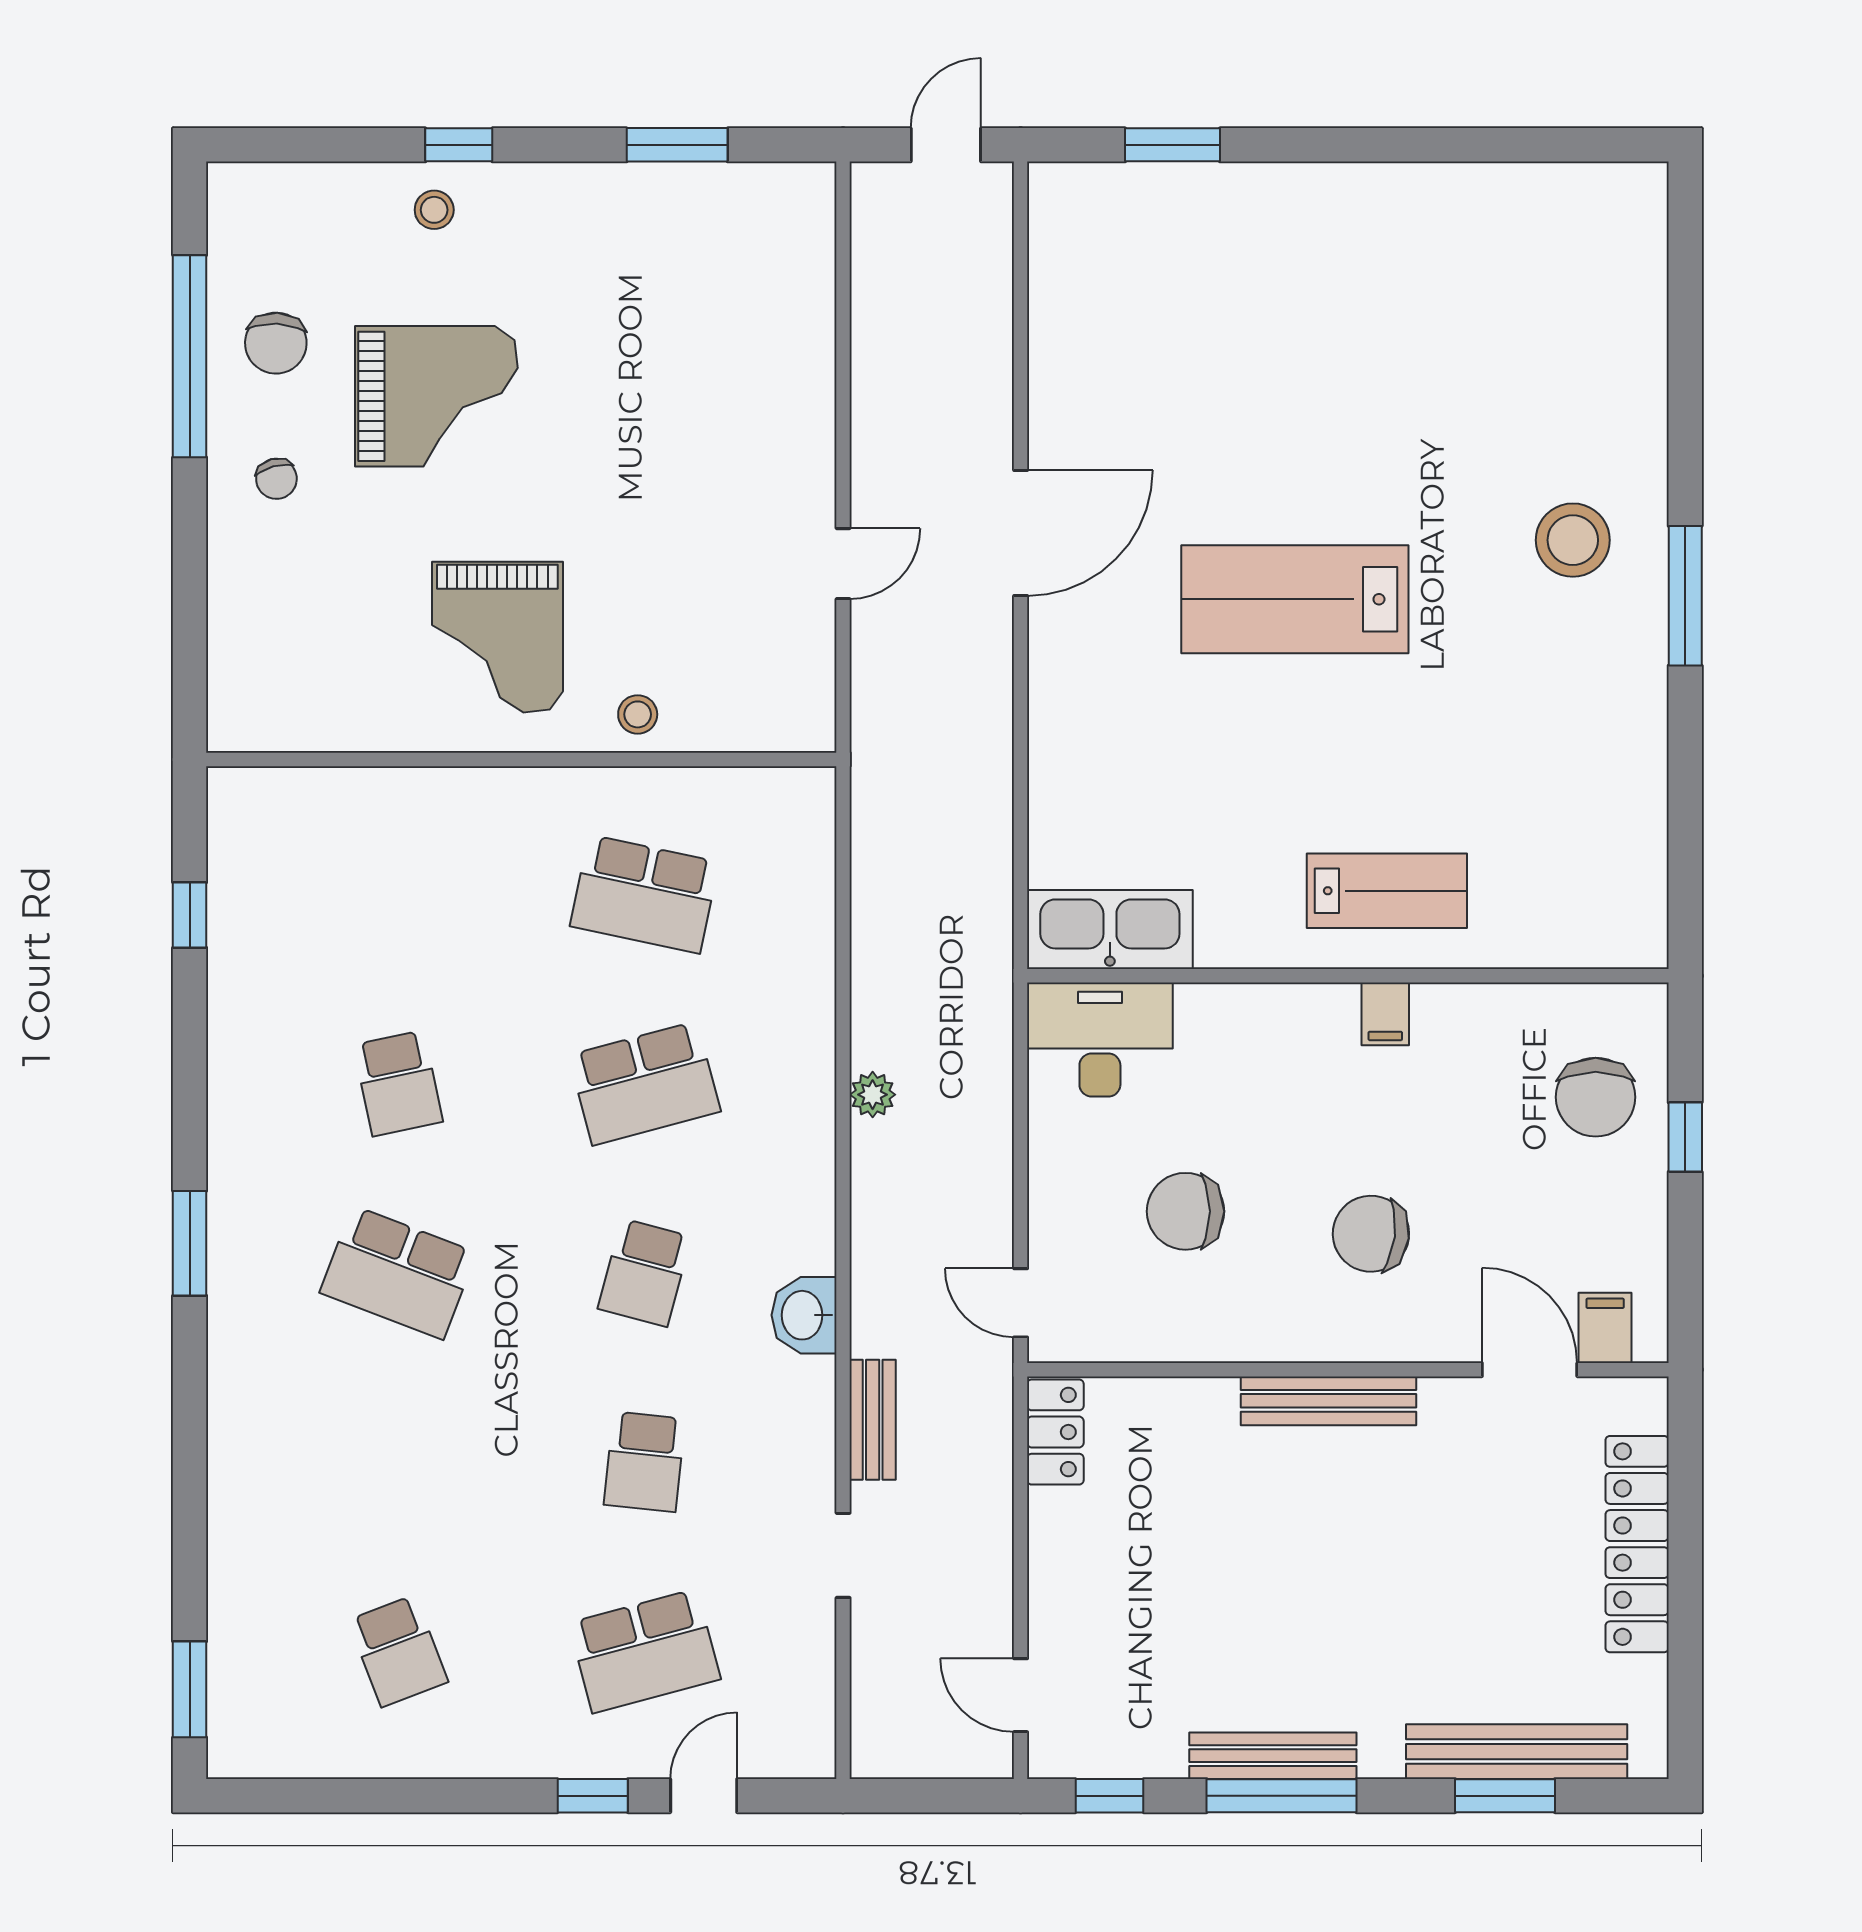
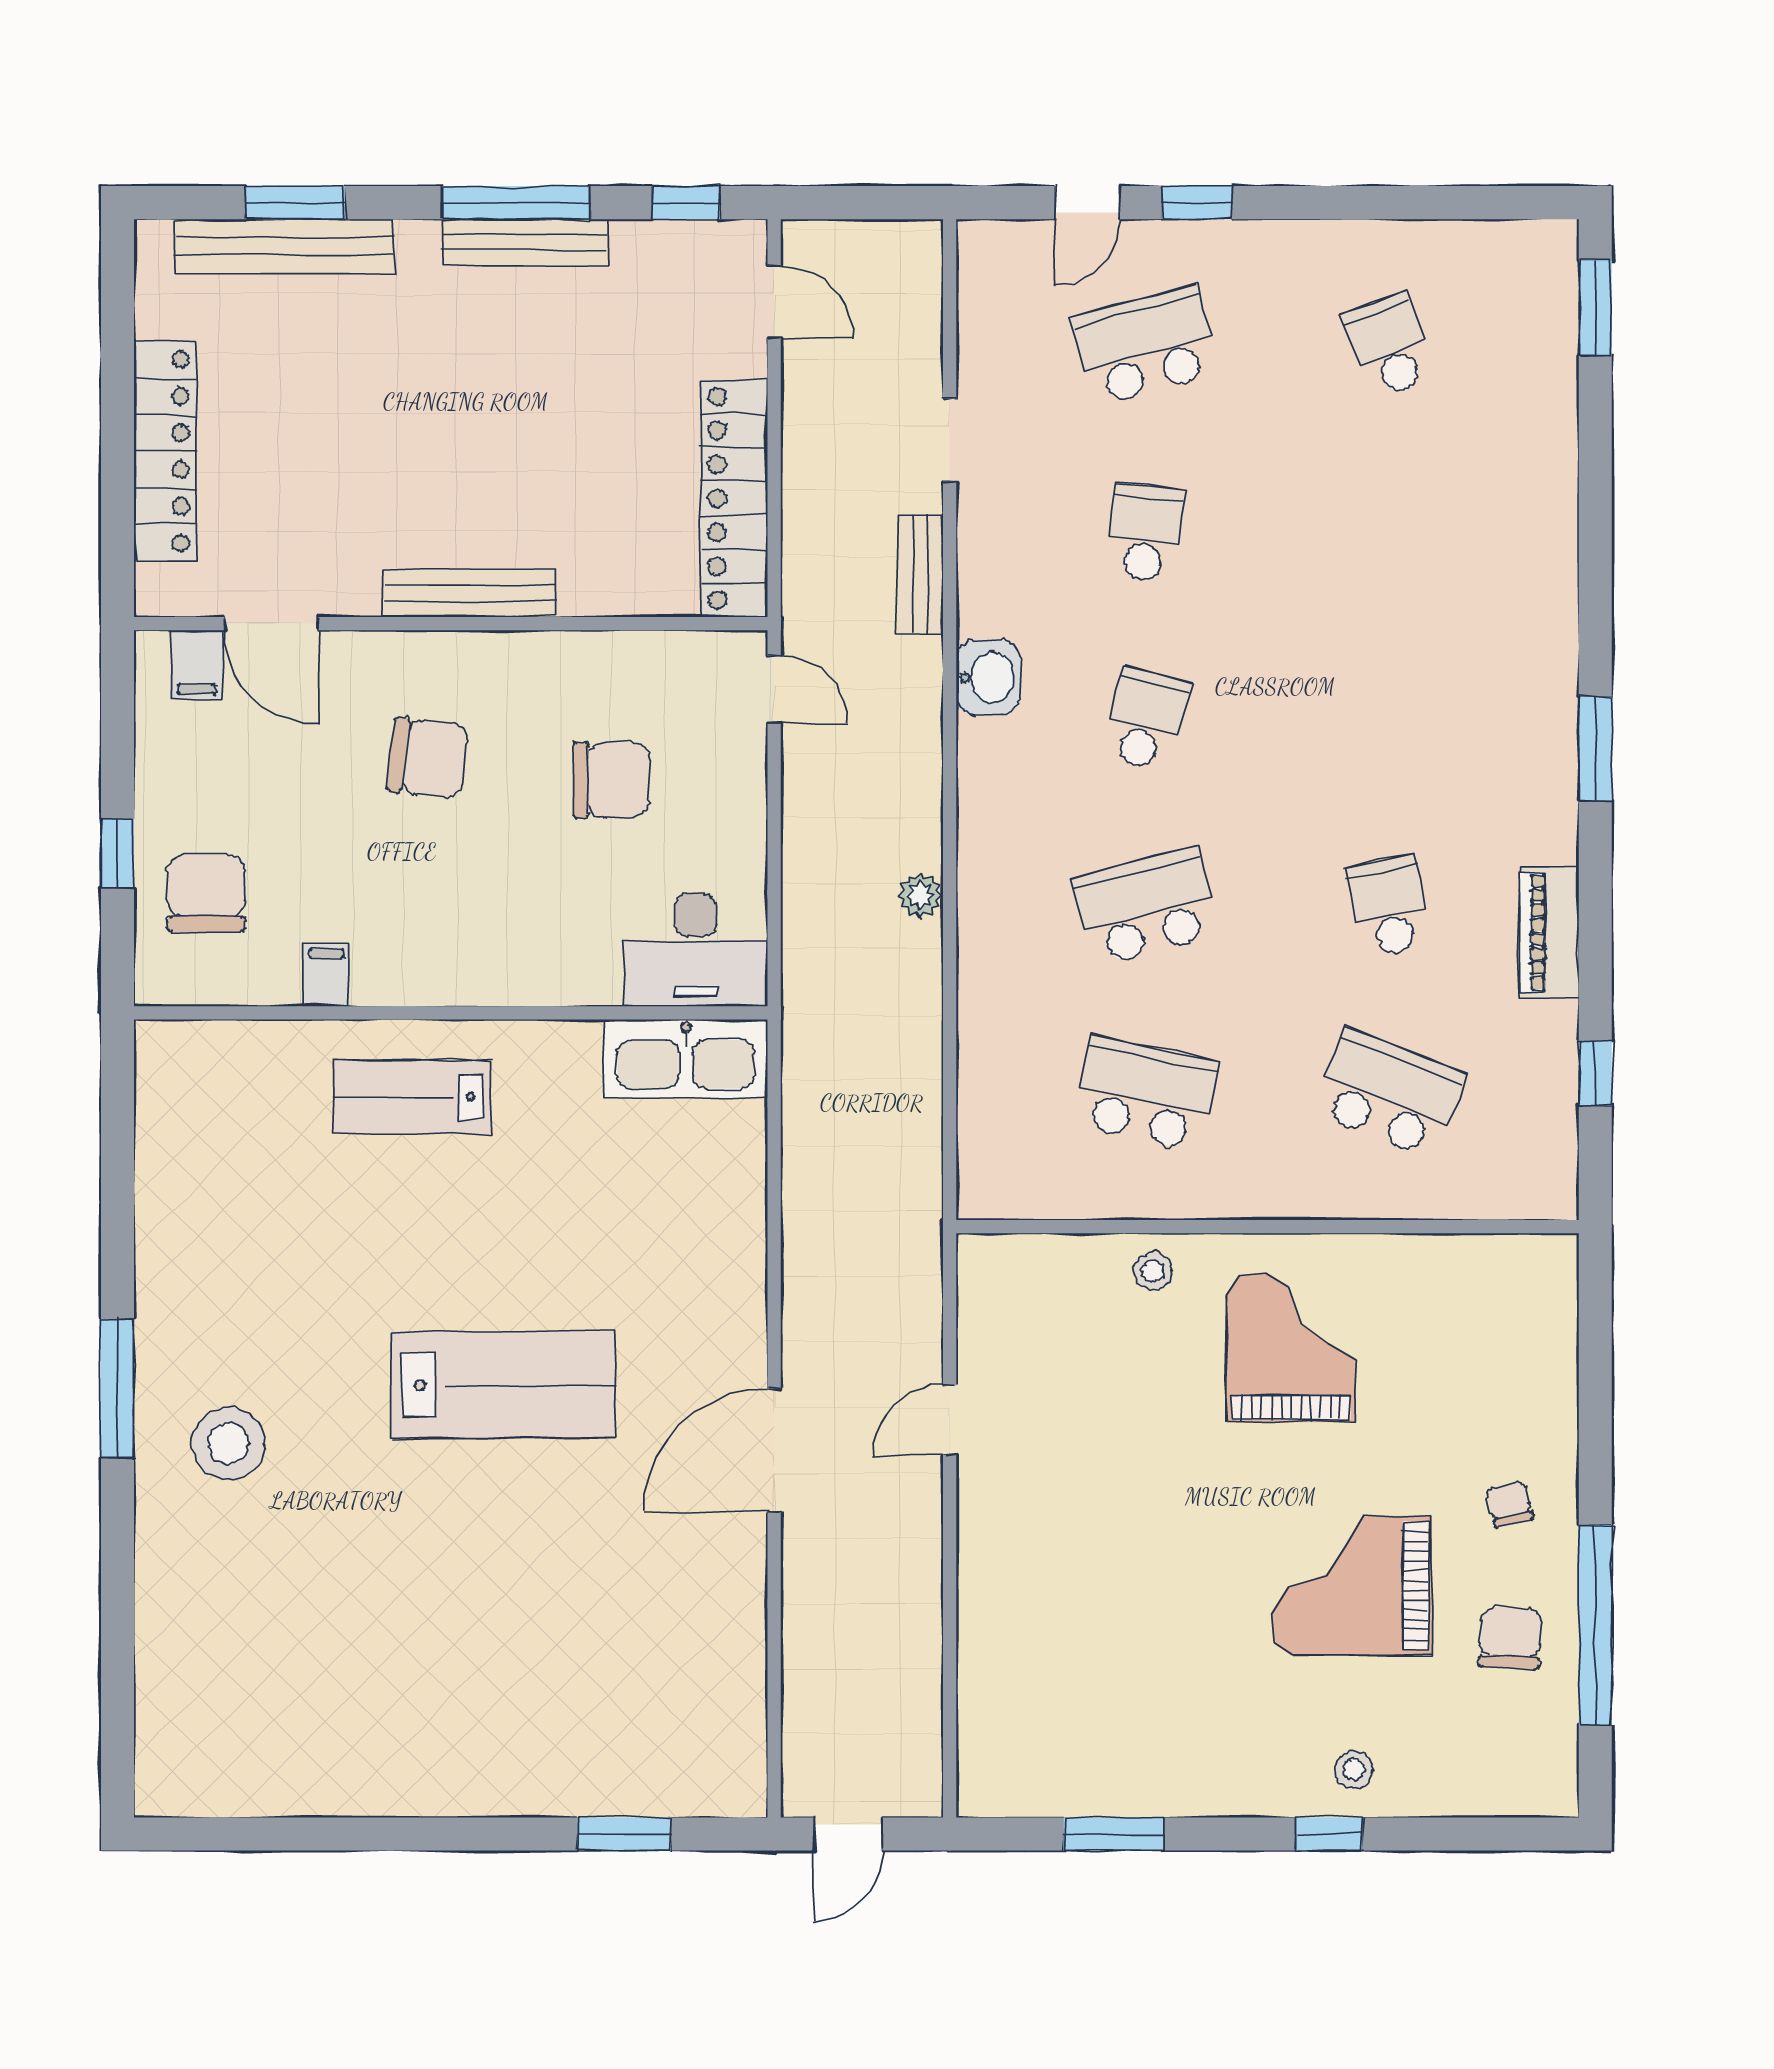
filing cabinet: (1385, 1014) -> (326, 975), moved
piano: (236, 1058) -> (1549, 932), added
school desk: (398, 1273) -> (1389, 1094), moved
locker: (1055, 1432) -> (734, 498), width x2.16, depth x1.21

